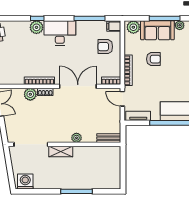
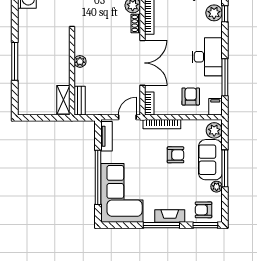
desk: (60, 33) -> (207, 57), moved
armchair: (153, 59) -> (176, 155), turned -90
shelving: (61, 151) -> (63, 100), moved

